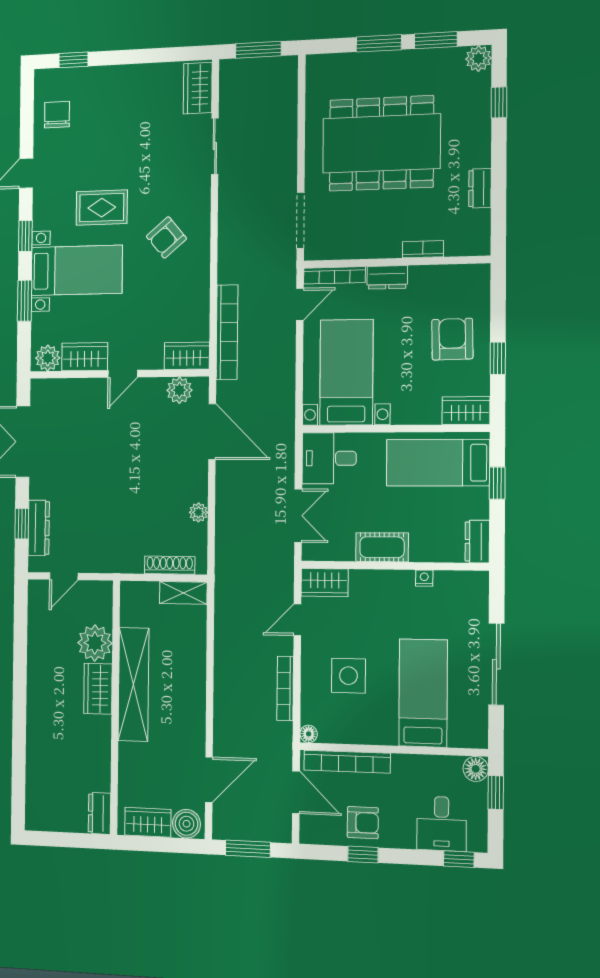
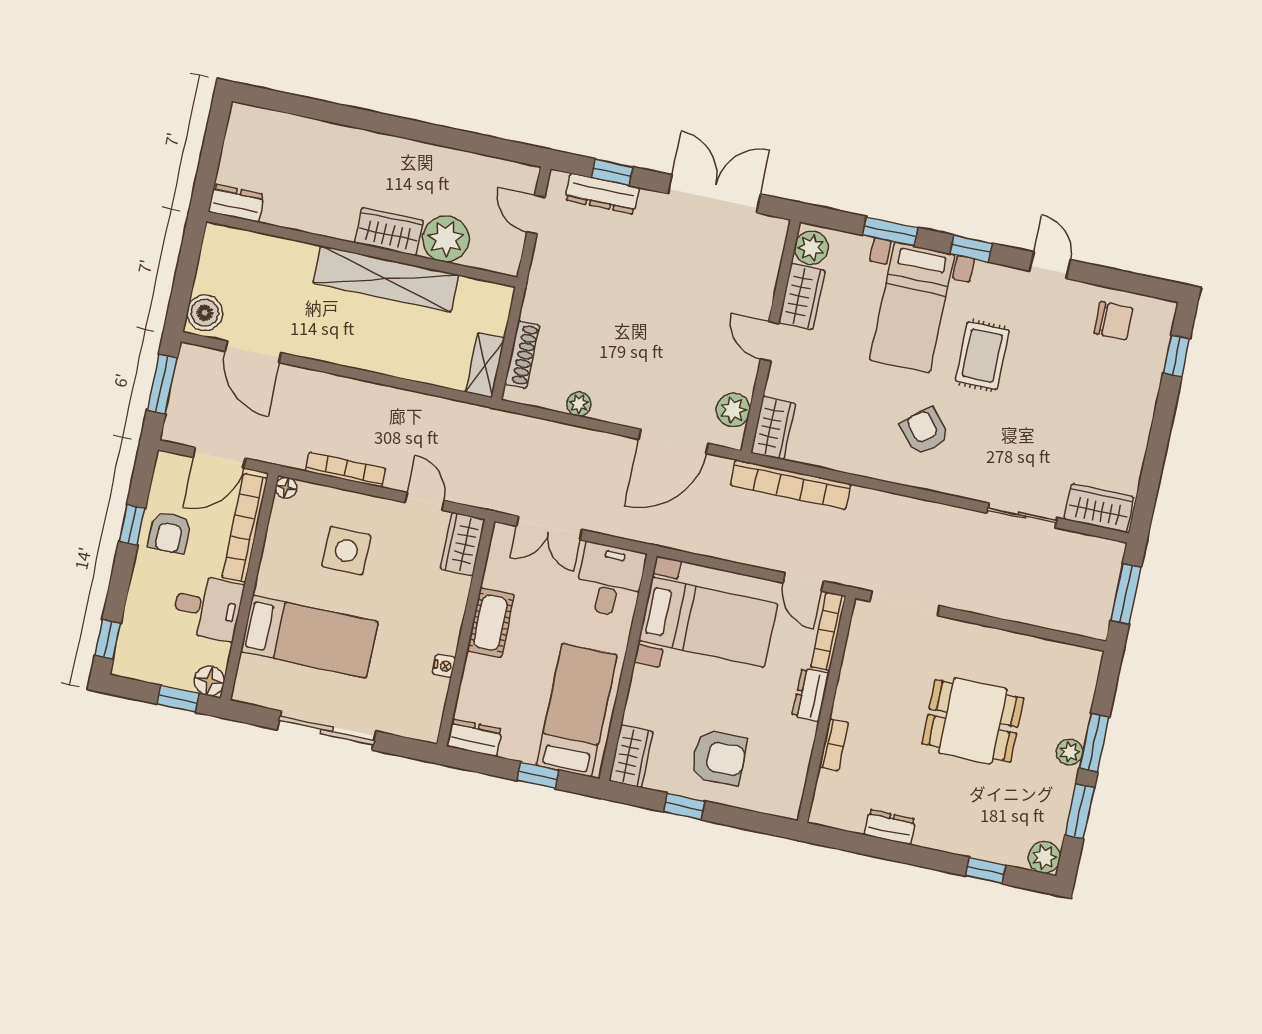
plant: (390, 61) -> (1070, 752), added
dining table: (381, 143) -> (973, 721), width x0.53, depth x0.80
wardrobe: (148, 822) -> (215, 264), removed
desk: (442, 824) -> (208, 607), moved, turned 180

